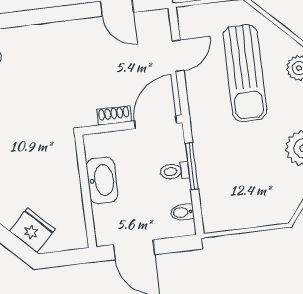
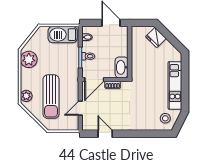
sun lounger: (245, 73) -> (51, 97), turned 180
washbasin: (102, 180) -> (122, 67), moved
barbecue: (236, 211) -> (63, 35), added

